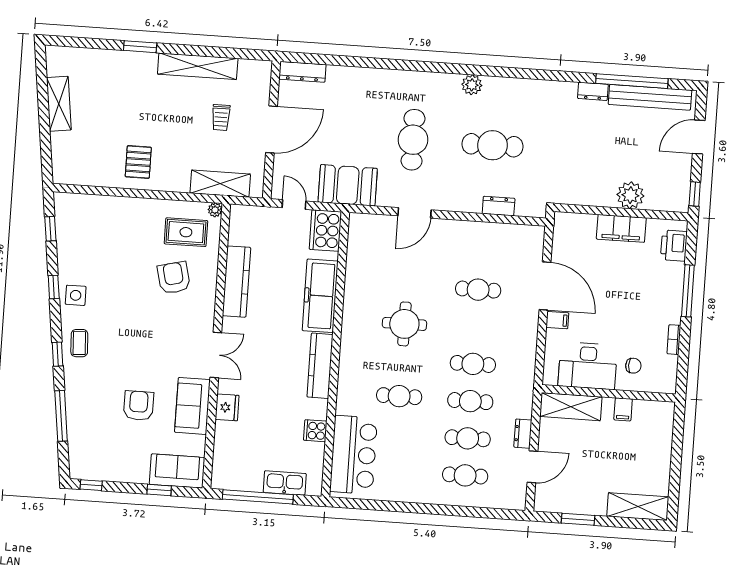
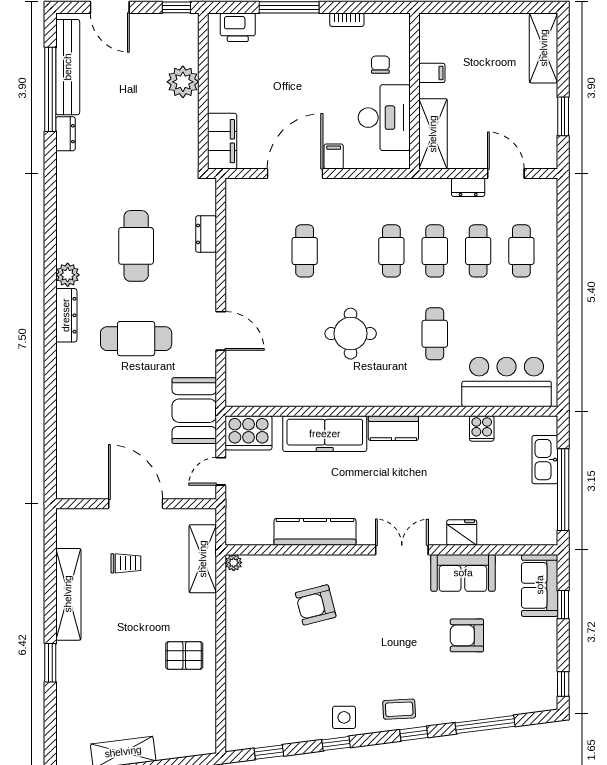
dresser: (302, 72) -> (66, 315), moved
filing cabinet: (621, 228) -> (222, 141), moved
rug: (186, 232) -> (262, 595), removed
kitchen counter: (320, 366) -> (393, 428), width x0.67

